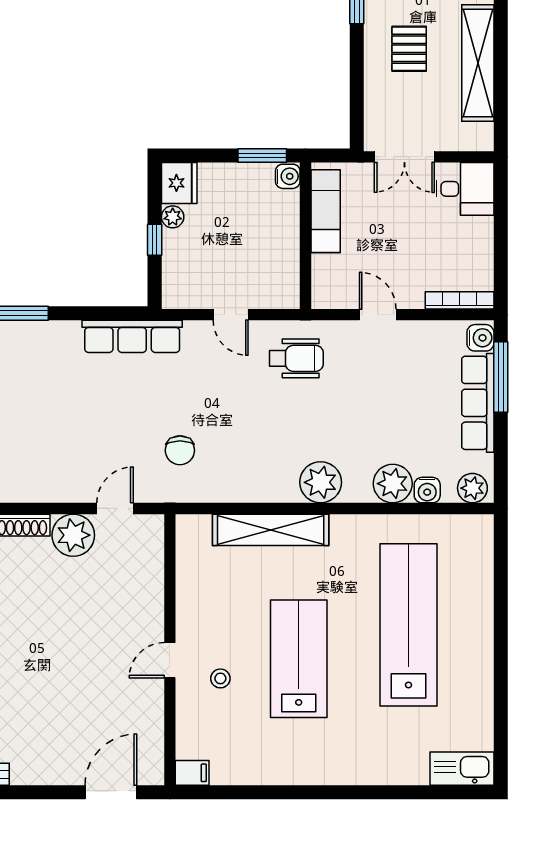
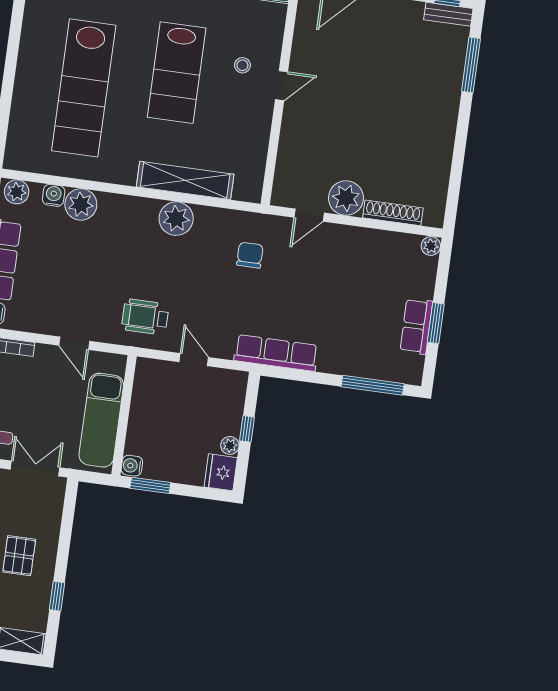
exam couch: (326, 211) -> (101, 420), width x1.36, depth x1.45
plant: (321, 482) -> (176, 219), moved

